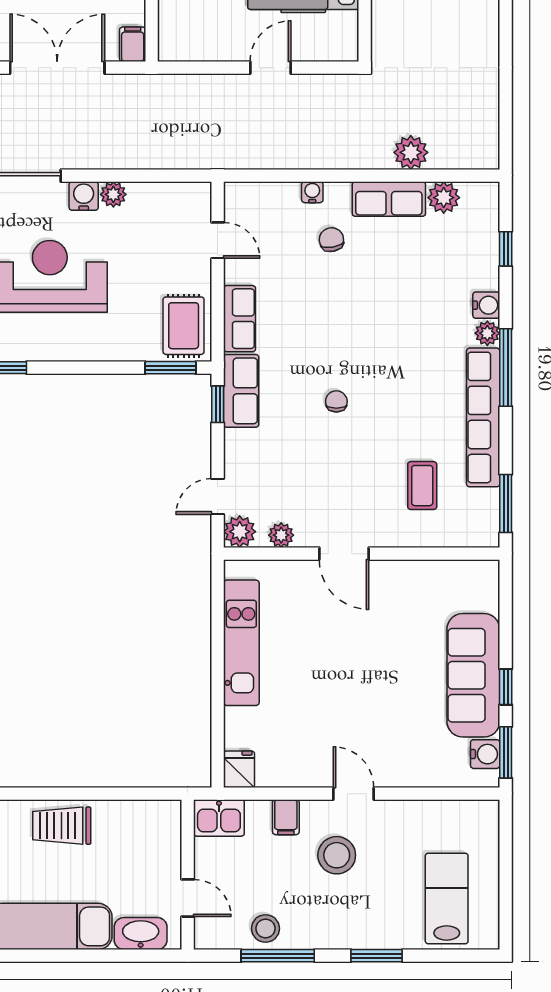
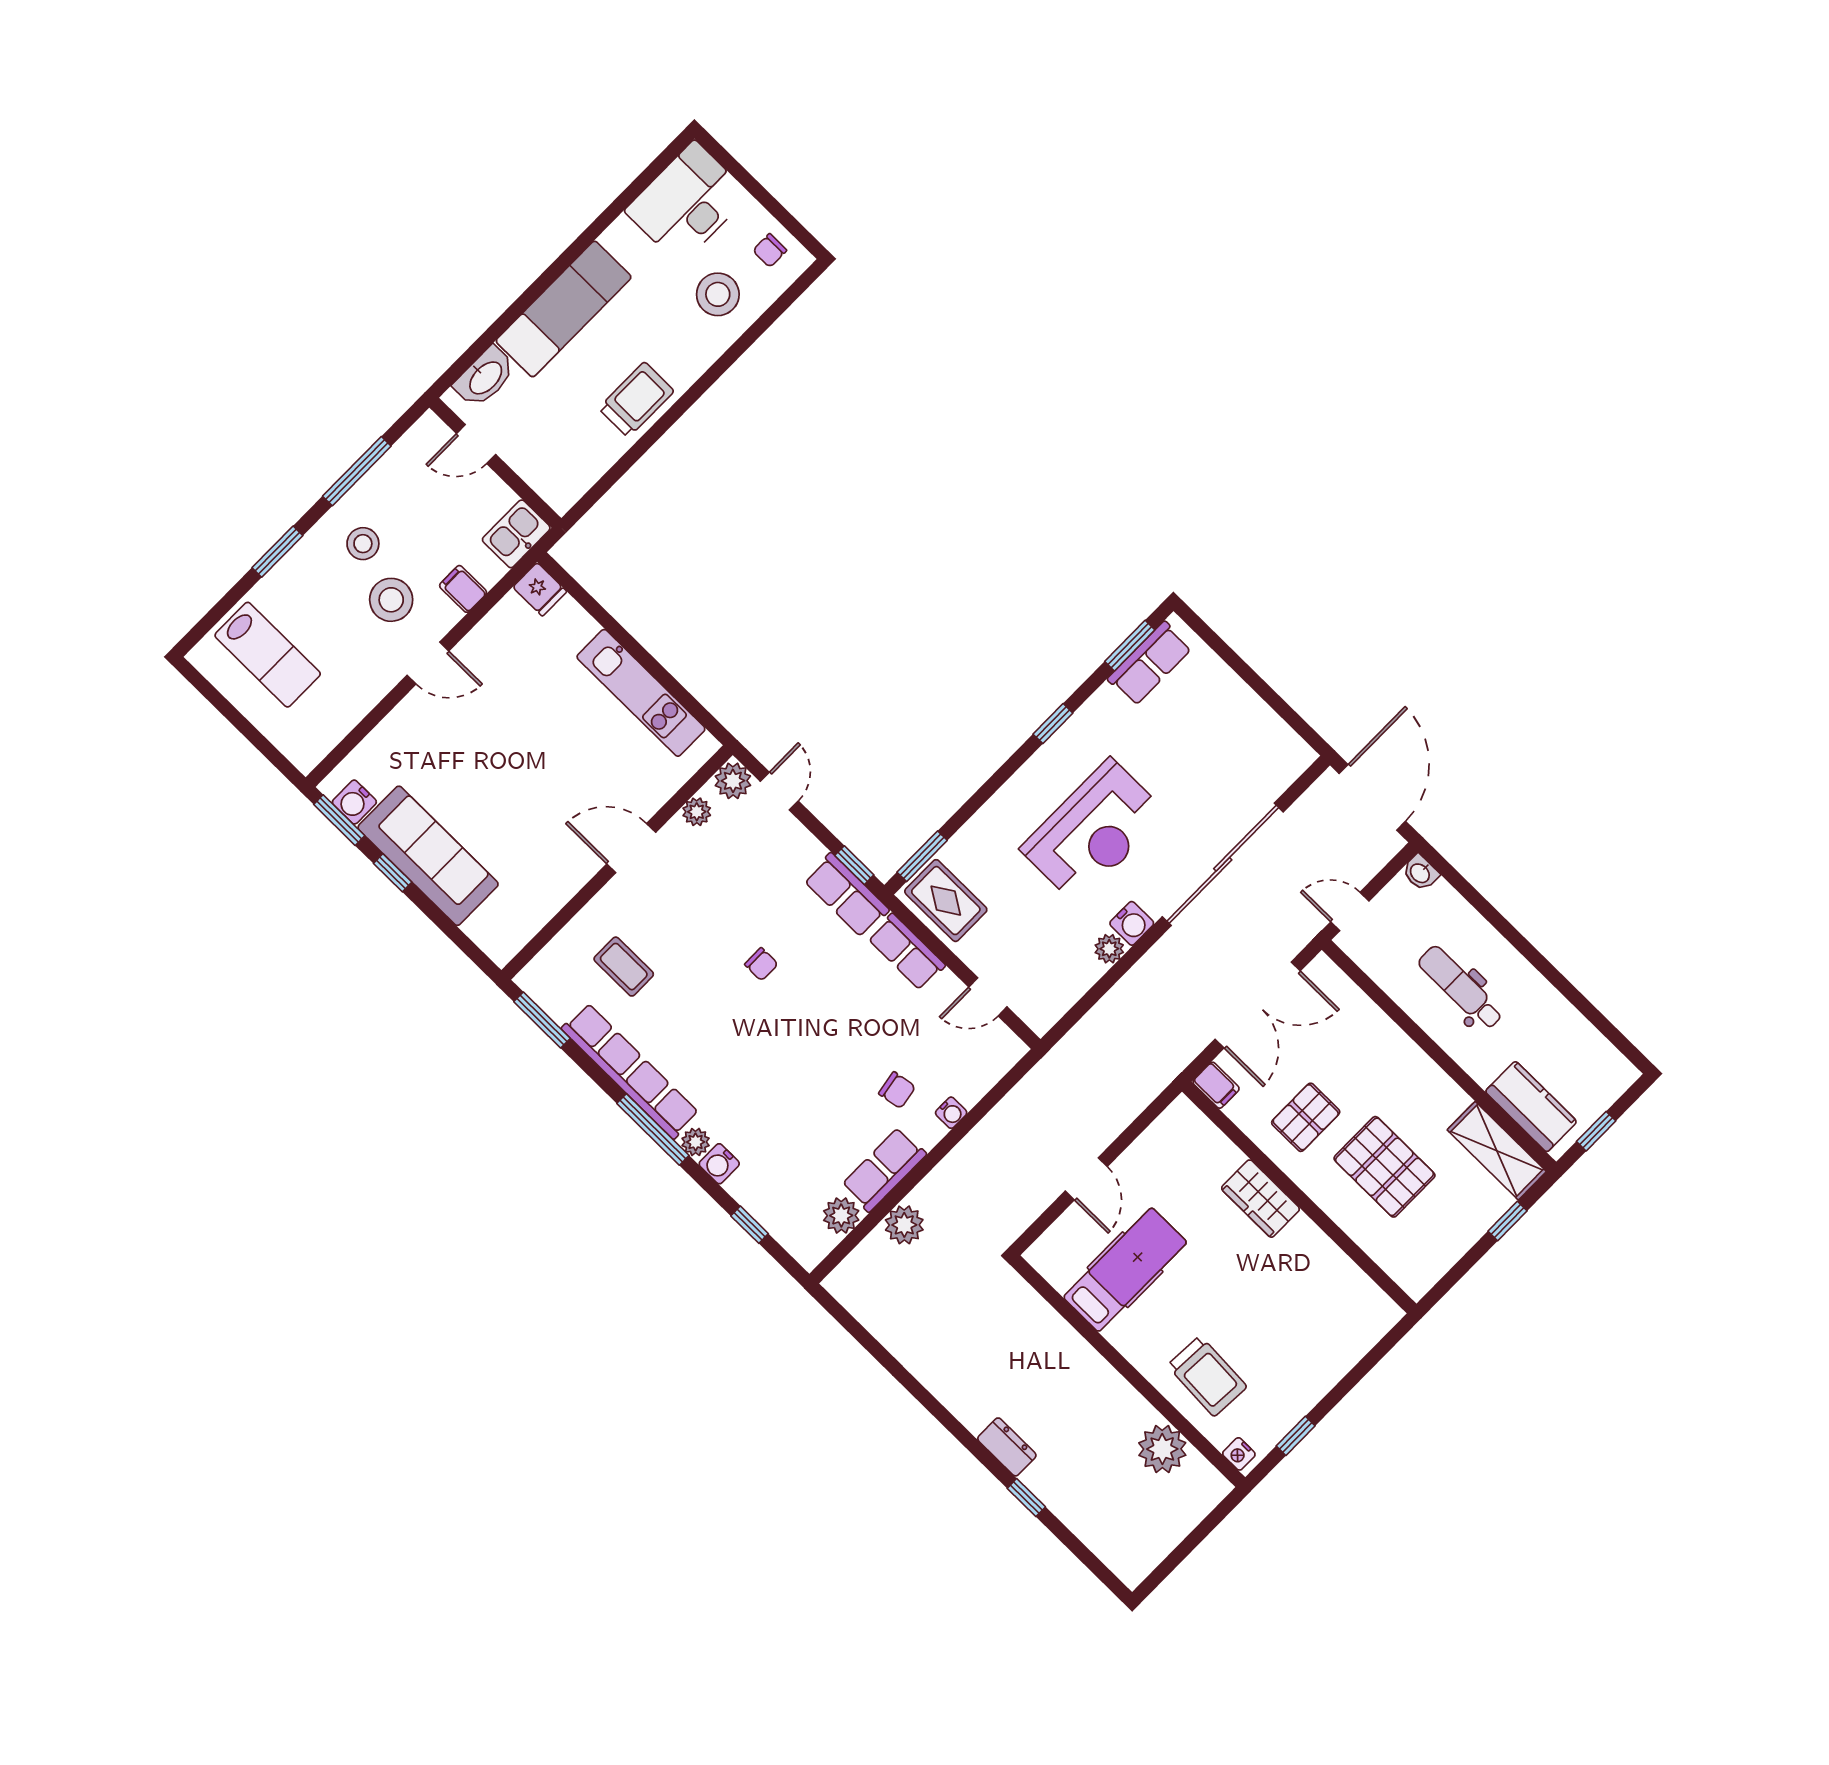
stool: (265, 928) -> (363, 544), moved

